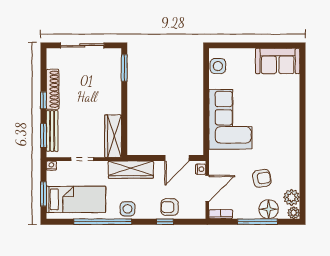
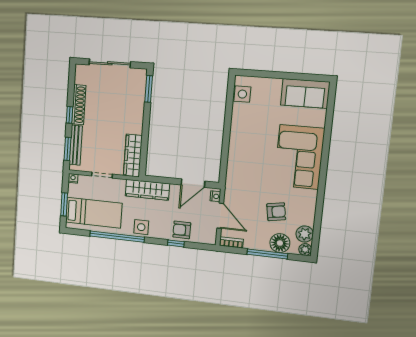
corner sofa: (230, 119) -> (299, 157), moved, turned 180
door: (207, 188) -> (220, 216), hinge flipped

